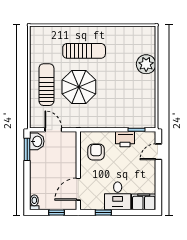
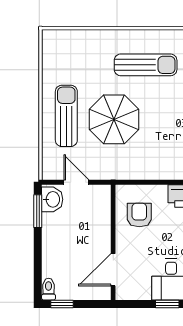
sun lounger: (84, 51) -> (146, 65), moved
window: (57, 213) -> (62, 304), moved
window: (103, 213) -> (167, 304), moved

